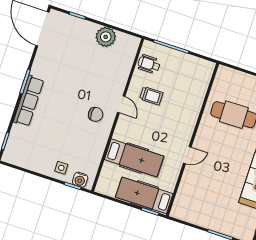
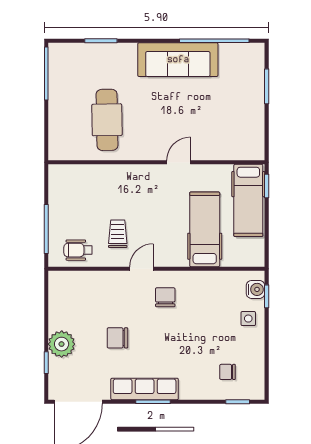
plant: (106, 37) -> (62, 344), moved
wheelchair: (149, 64) -> (78, 250), turned 90
chair: (78, 71) -> (118, 338), added
row of seats: (29, 101) -> (145, 389), moved
chair: (29, 141) -> (228, 372), added
door: (187, 155) -> (179, 162), hinge flipped

